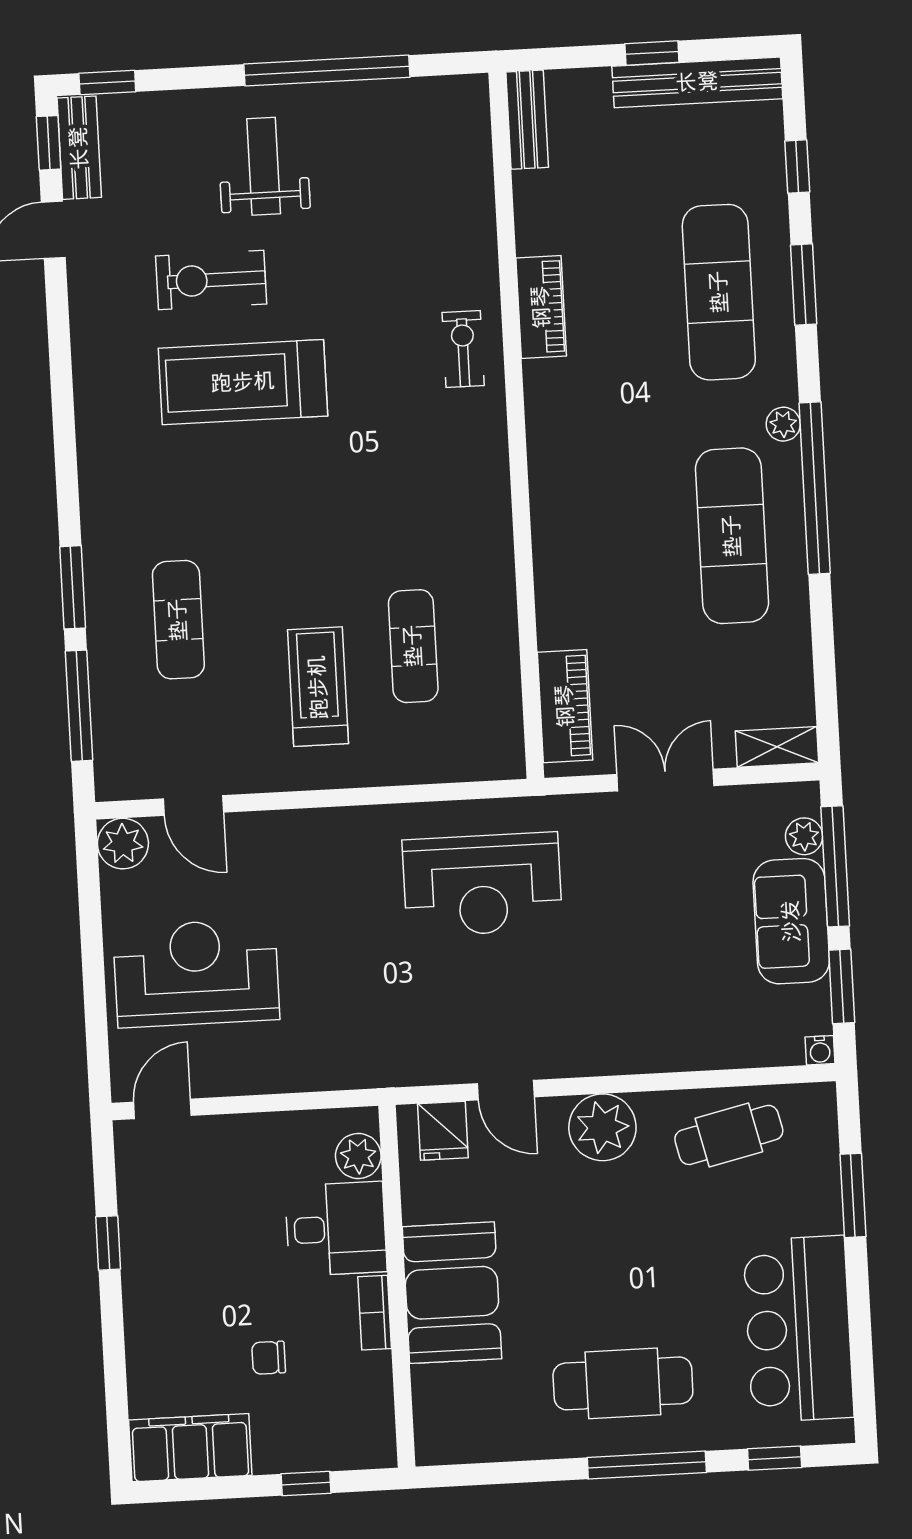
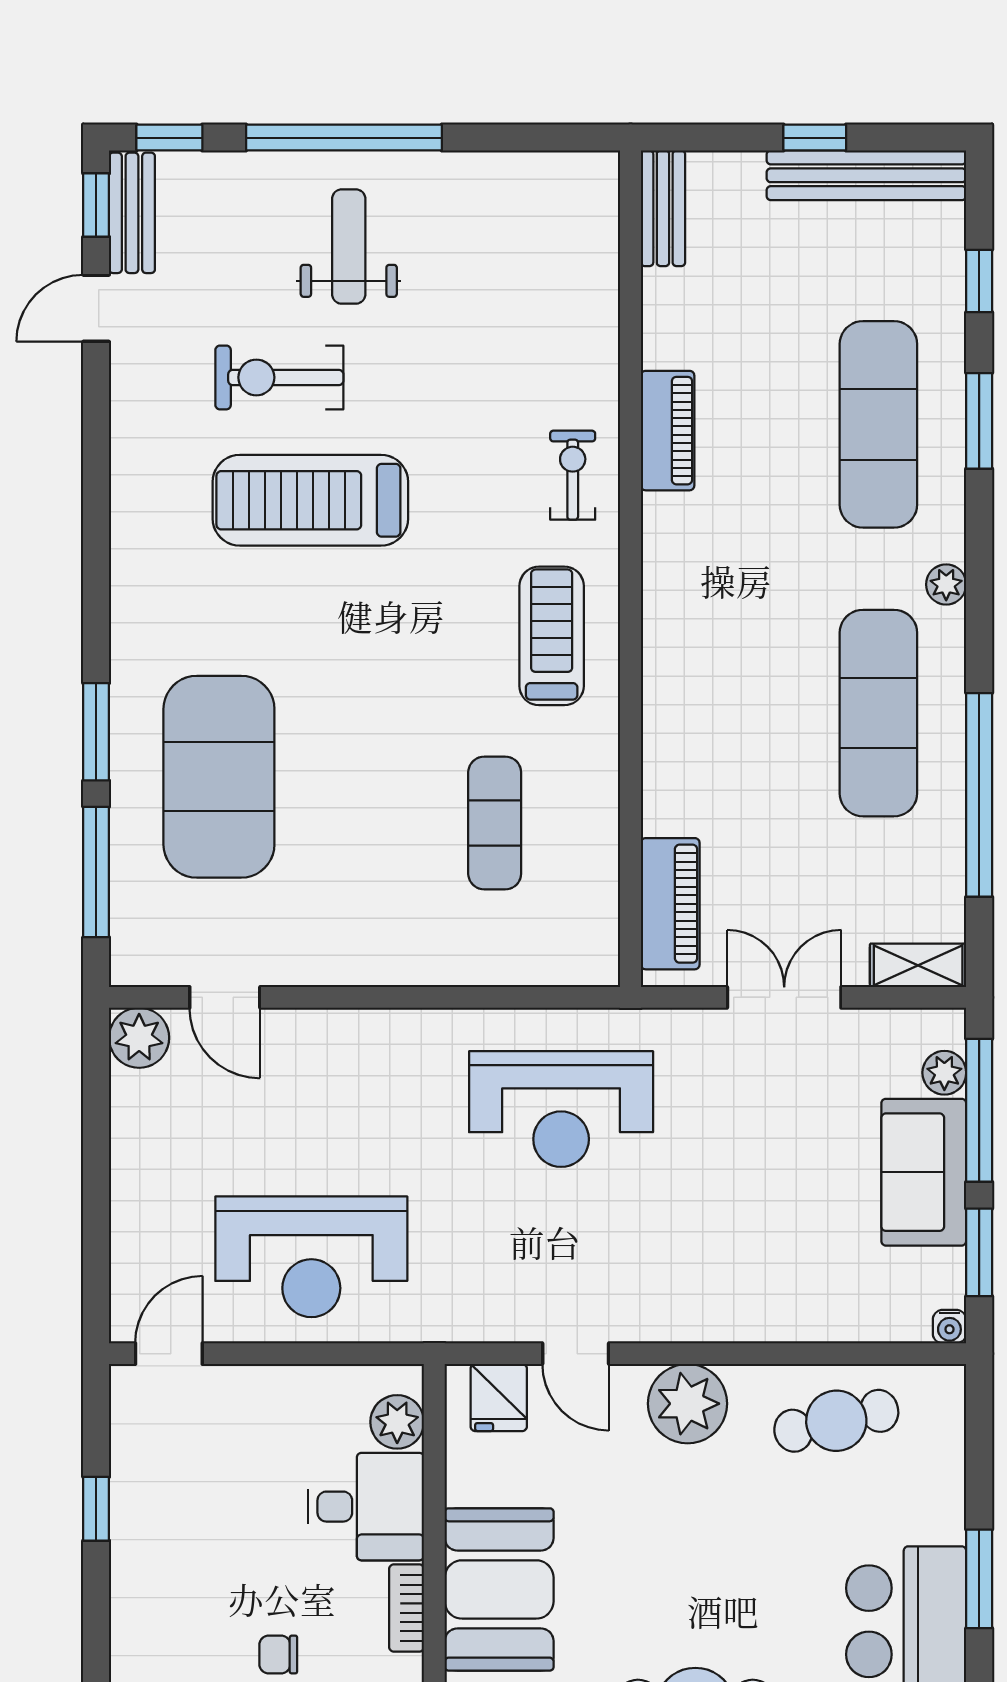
window: (327, 71) -> (344, 138), moved
window: (815, 488) -> (979, 795), moved
exercise mat: (178, 620) -> (219, 777), width x2.00, depth x1.45
treadmill: (318, 687) -> (552, 636), moved
reception desk: (196, 973) -> (311, 1257), moved, turned 180
window: (853, 1195) -> (979, 1579), moved

